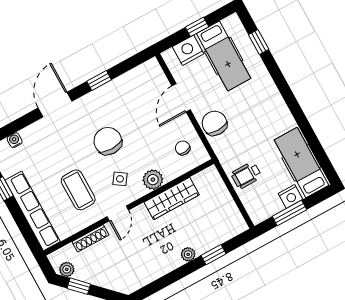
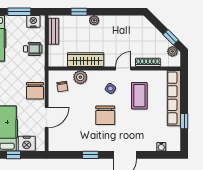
plant: (153, 180) -> (80, 77), moved
nightstand: (291, 196) -> (33, 21), moved
bench: (232, 212) -> (54, 31), added

